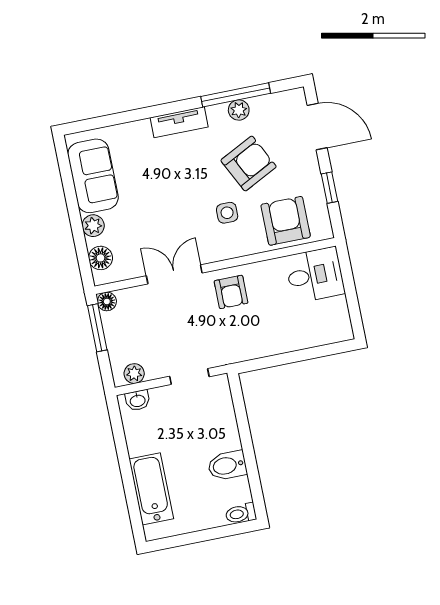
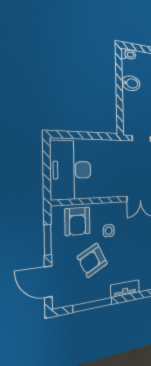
plant: (239, 110) -> (93, 295), removed
window: (329, 188) -> (48, 240), width x1.50
desk: (315, 275) -> (71, 170), width x1.87, depth x1.30
armchair: (231, 292) -> (114, 182), removed

